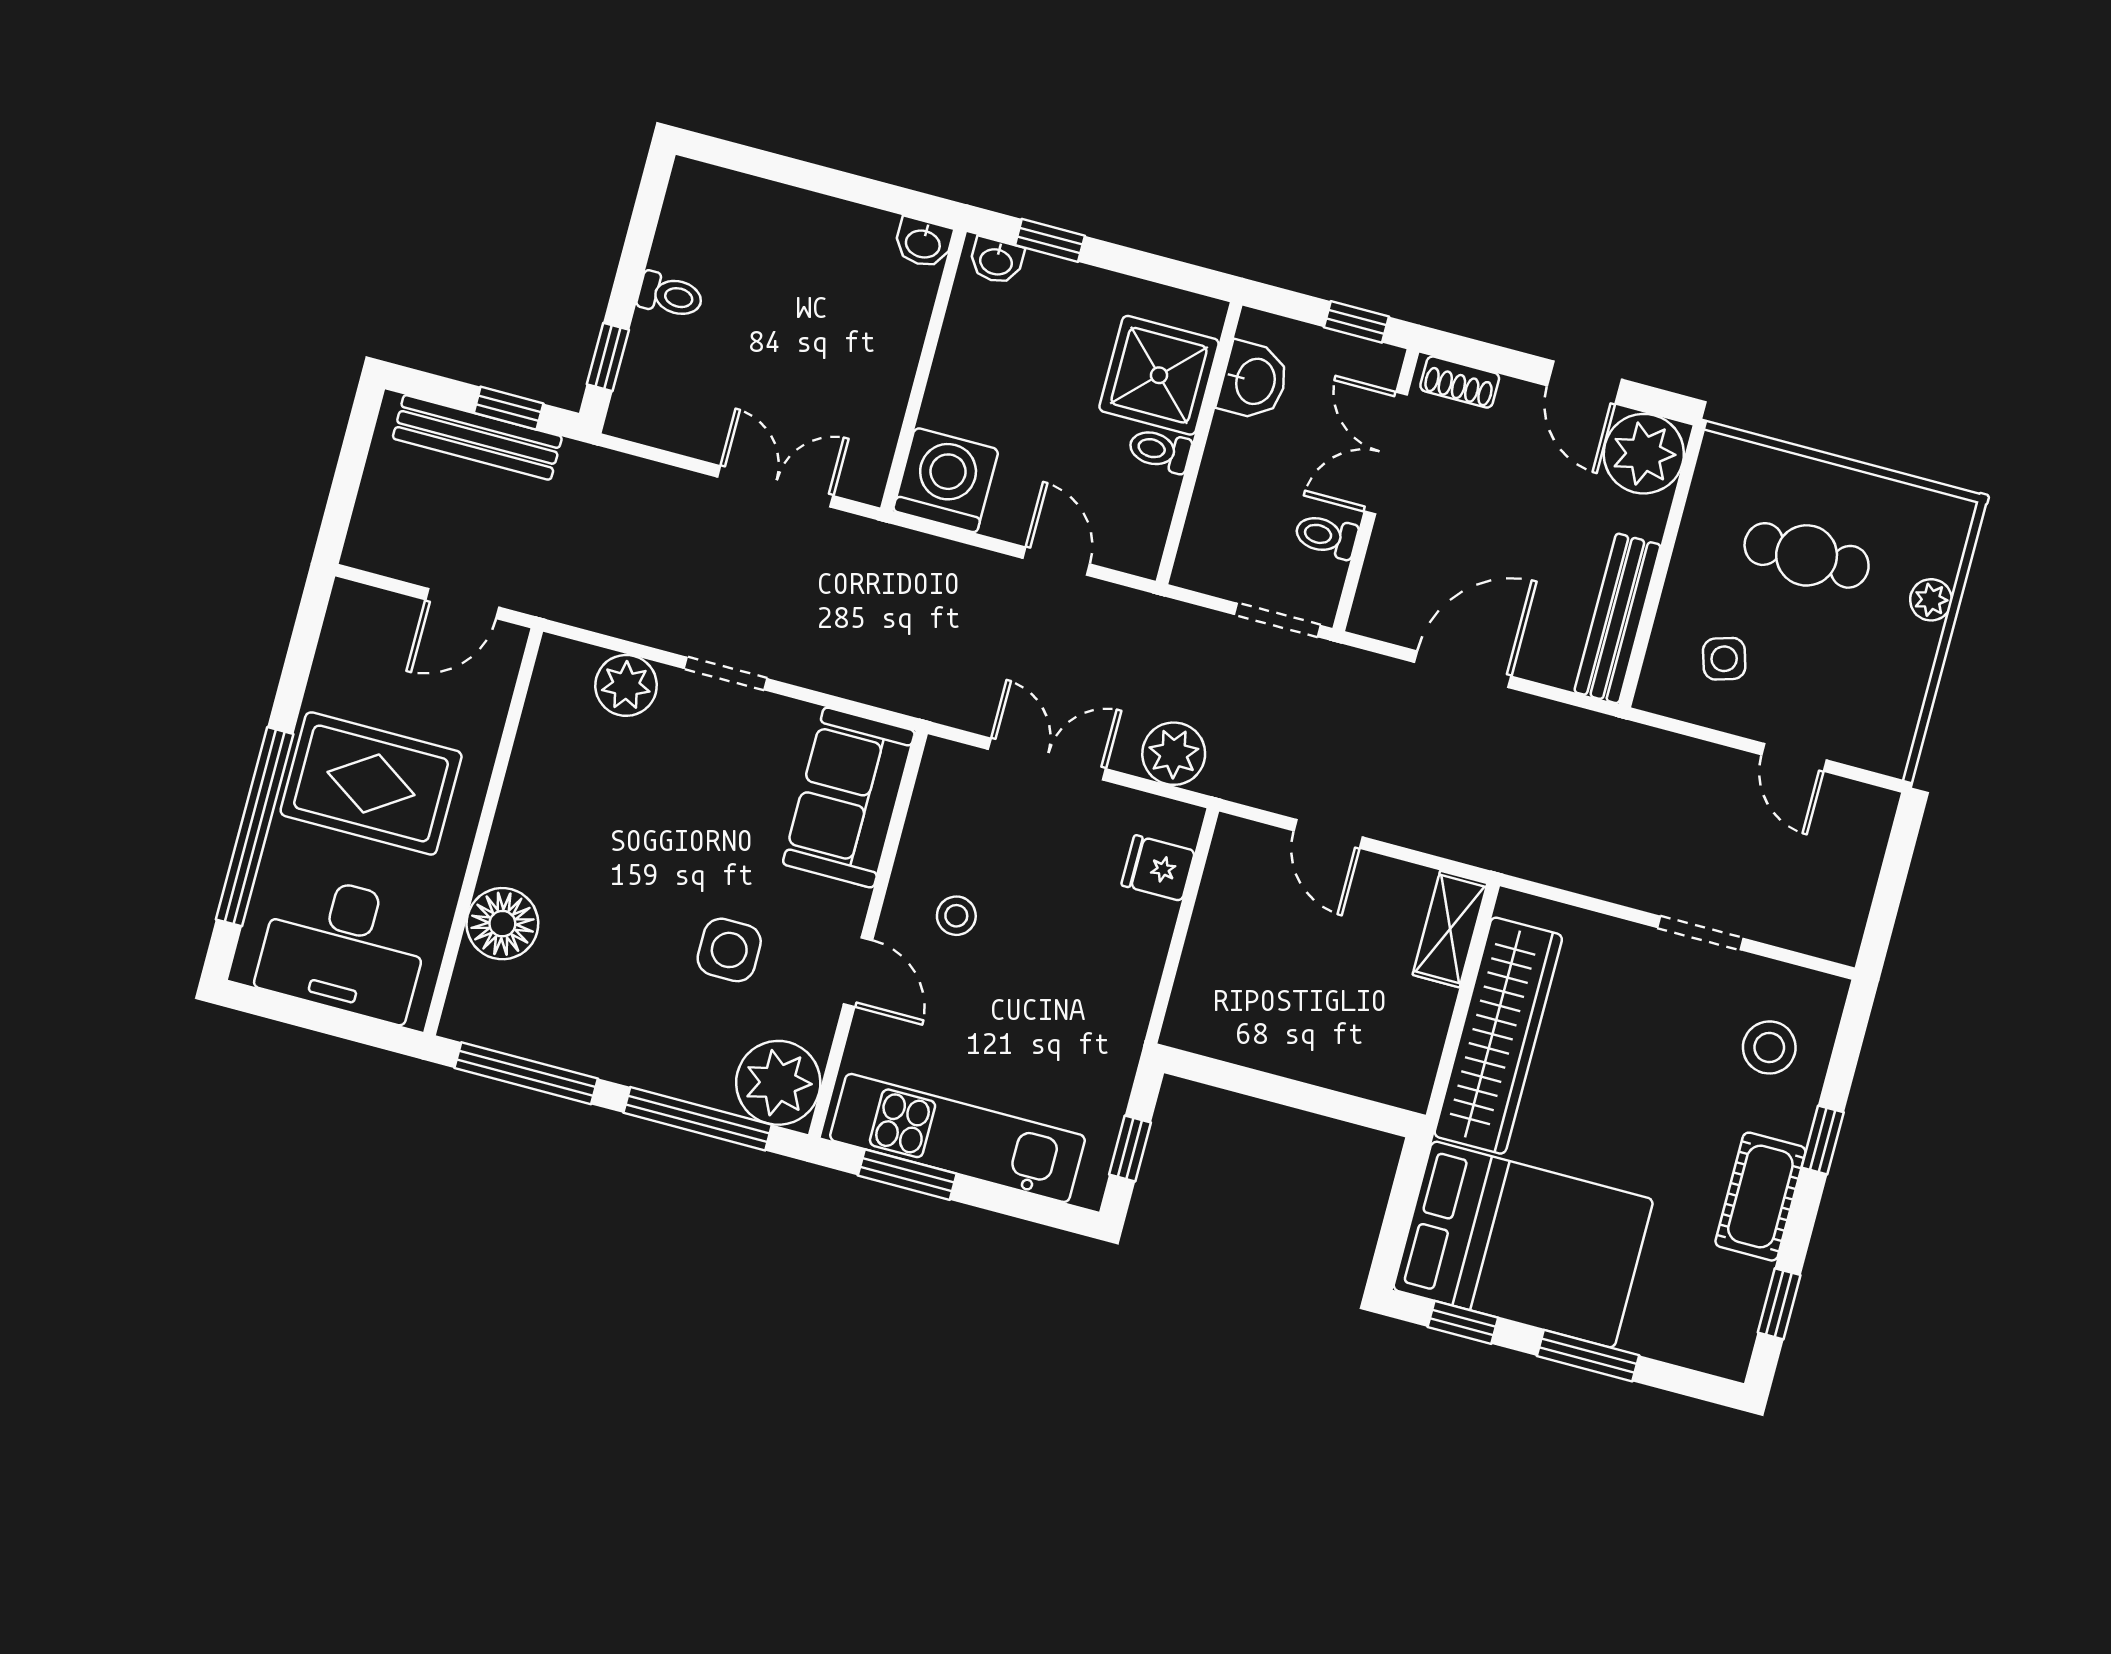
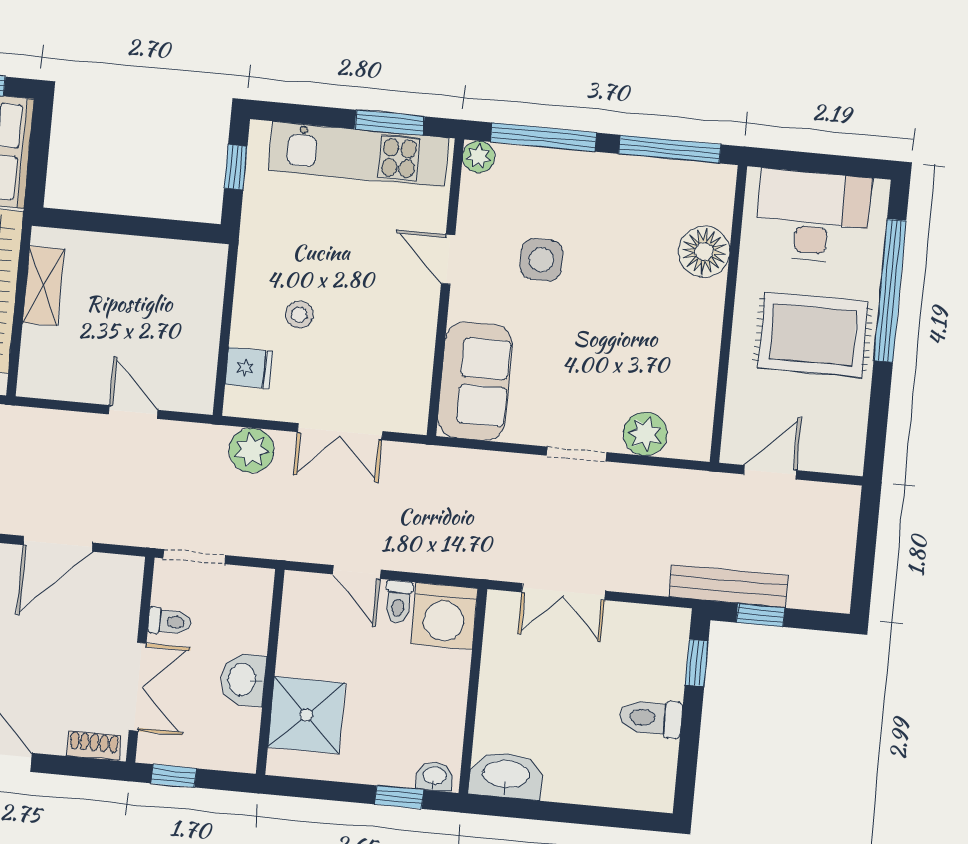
washbasin: (923, 243) -> (506, 775), width x1.91, depth x1.45
toilet: (670, 295) -> (651, 718), width x1.37, depth x1.39
washbasin: (1254, 381) -> (243, 680), moved
bench: (477, 437) -> (728, 586), moved
toilet: (1160, 450) -> (398, 602), moved, turned 90
stool: (956, 916) -> (299, 315), moved
shelving: (1450, 929) -> (43, 286), moved
plant: (778, 1083) -> (479, 157), width x0.53, depth x0.53

